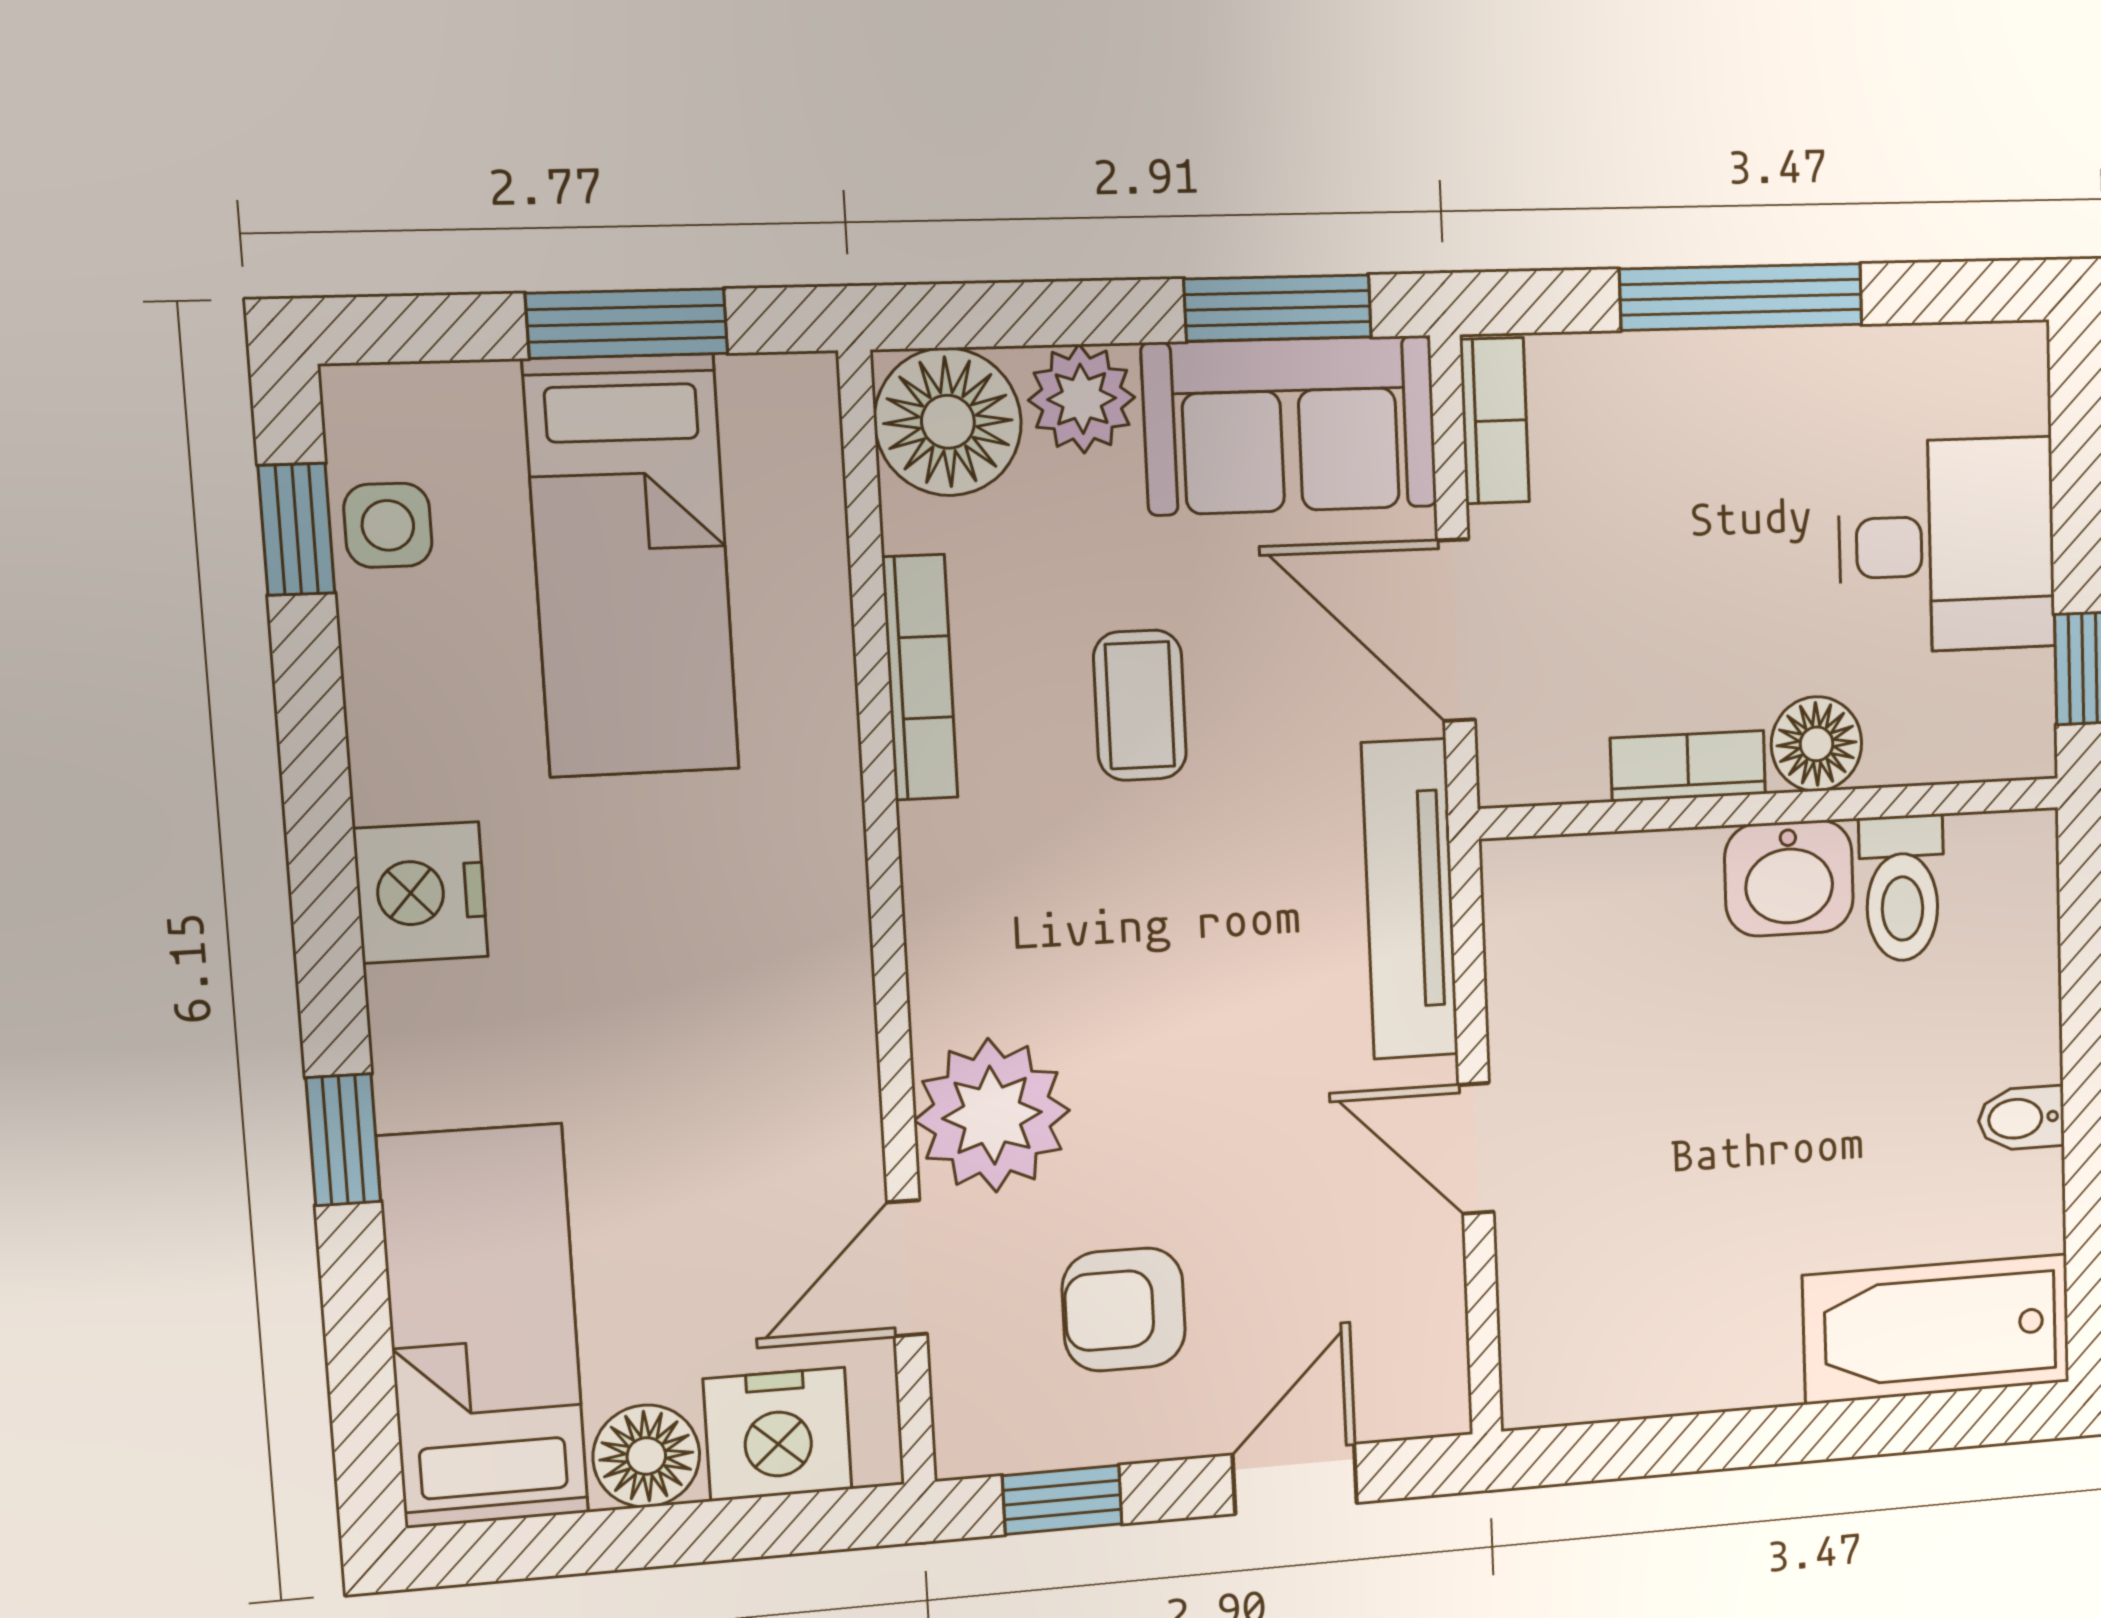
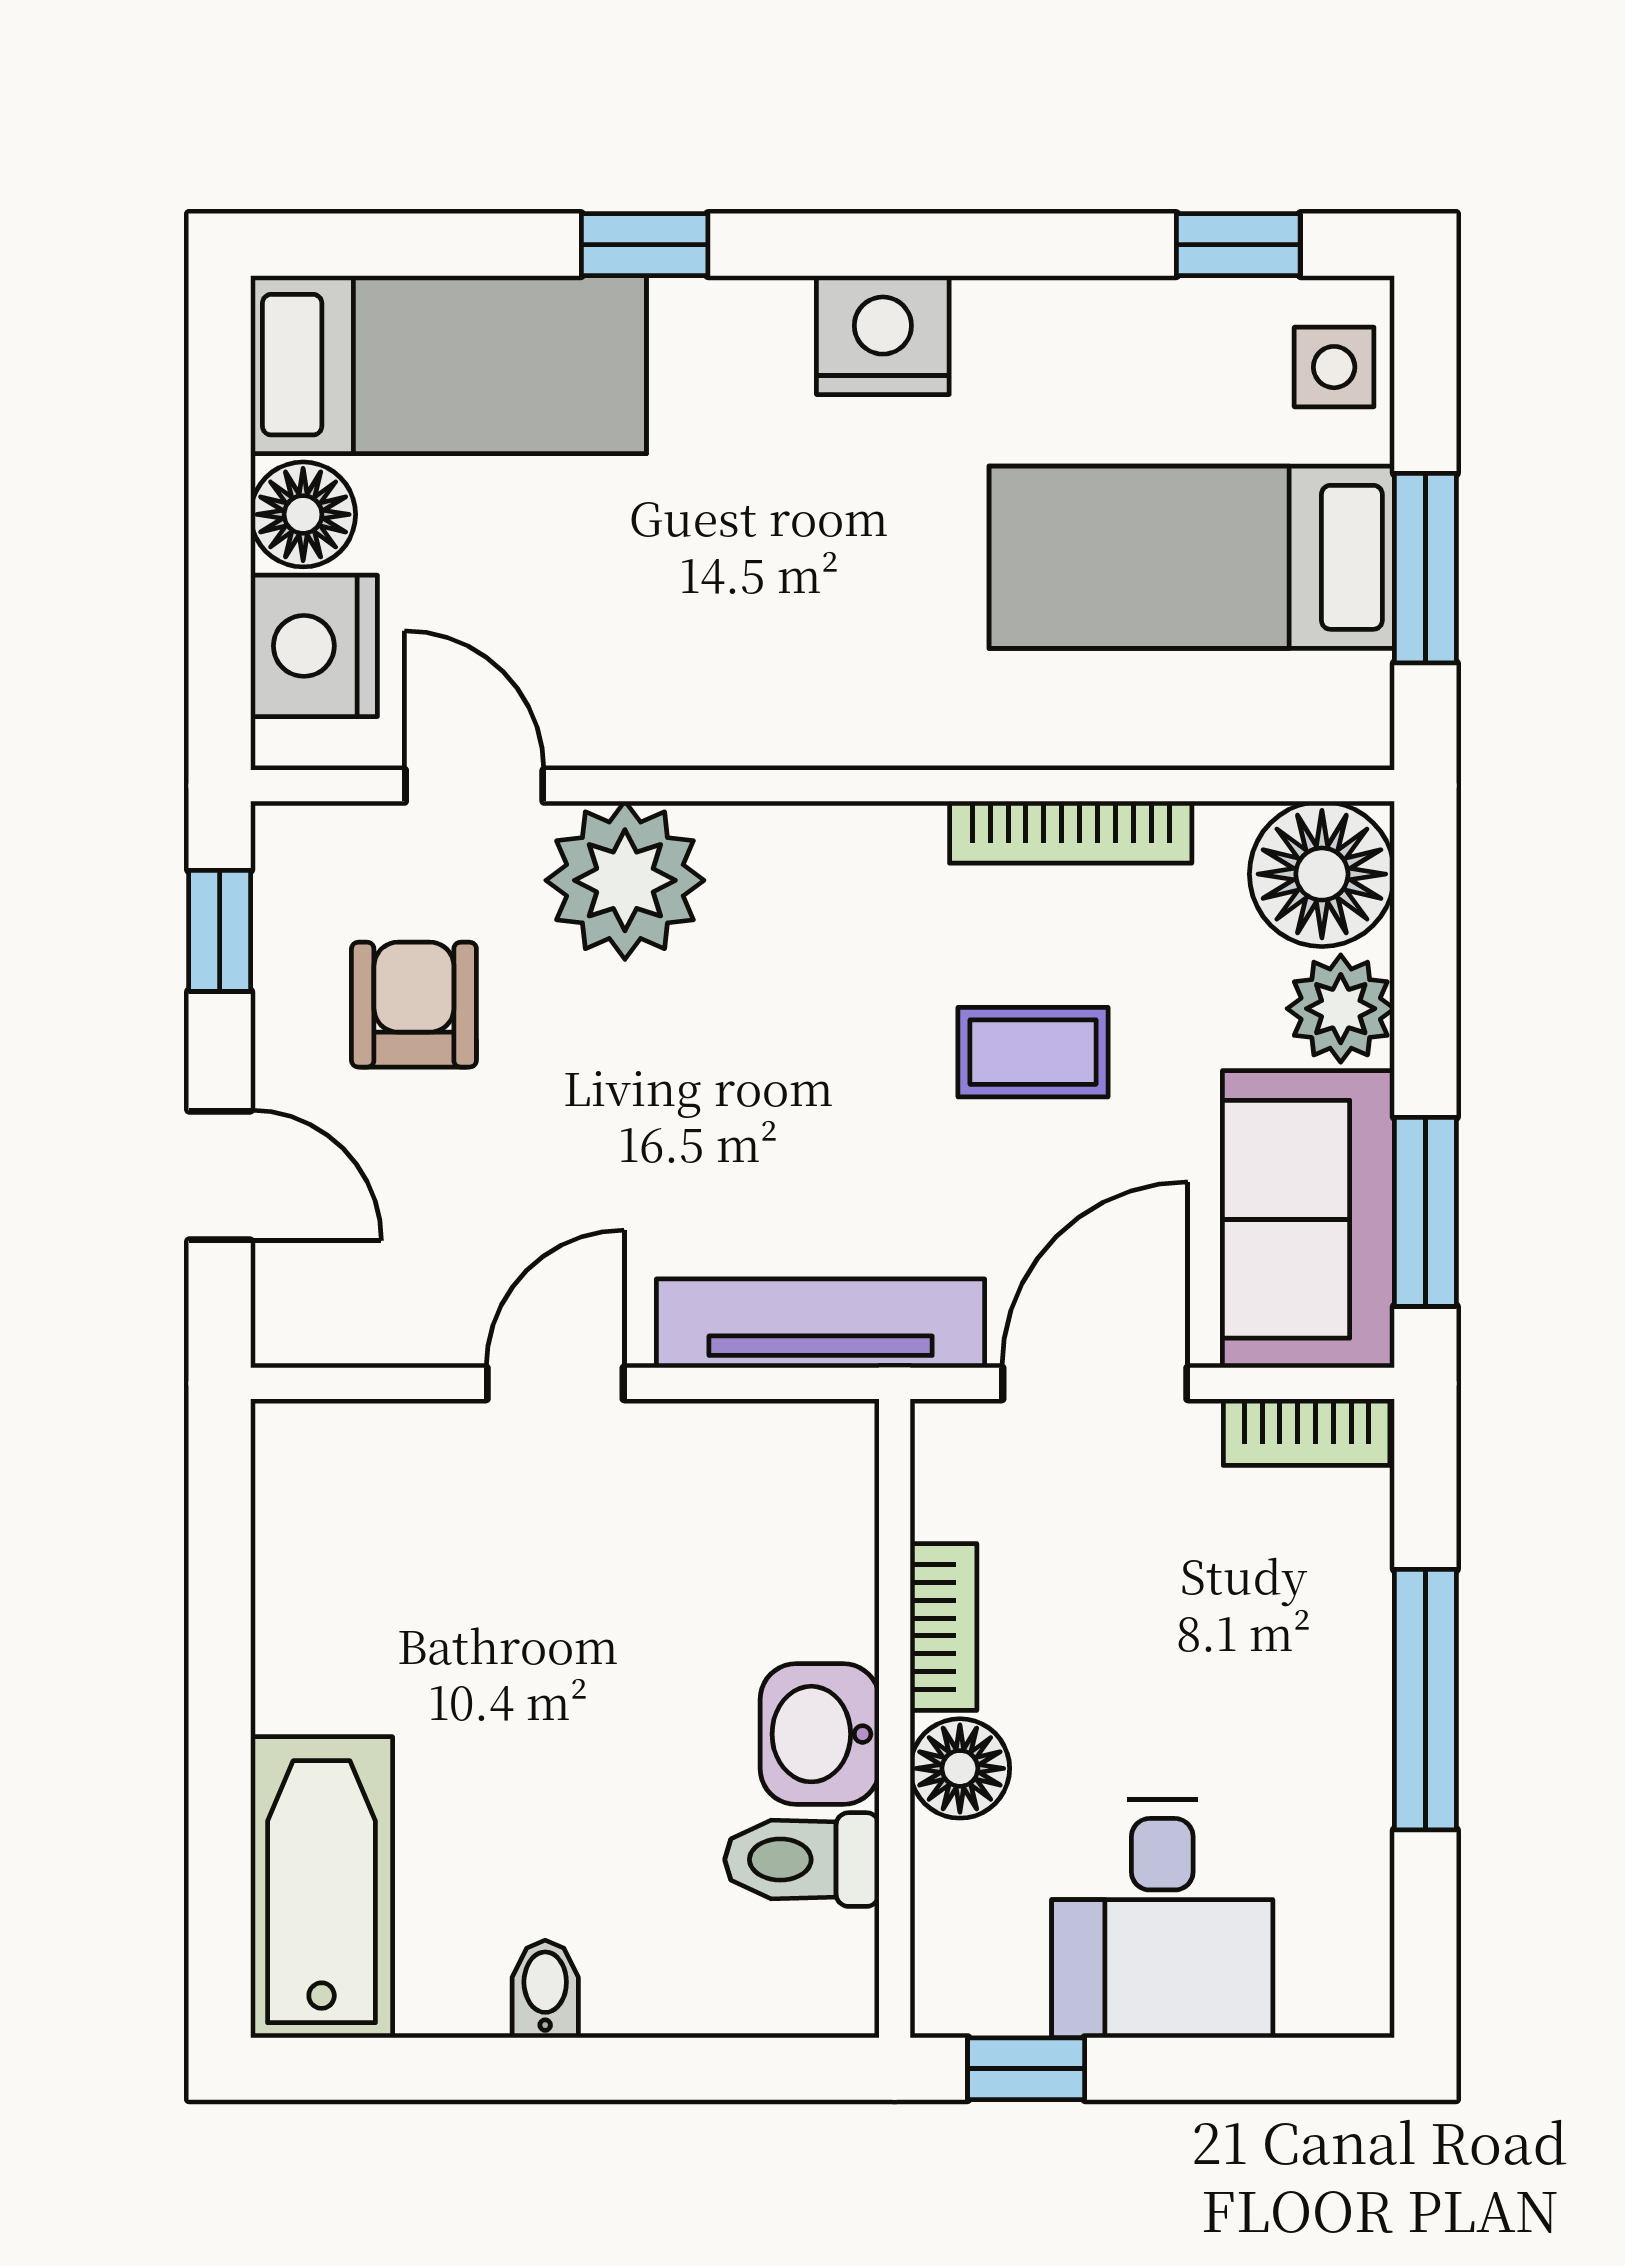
side table: (388, 525) -> (1334, 367), moved

